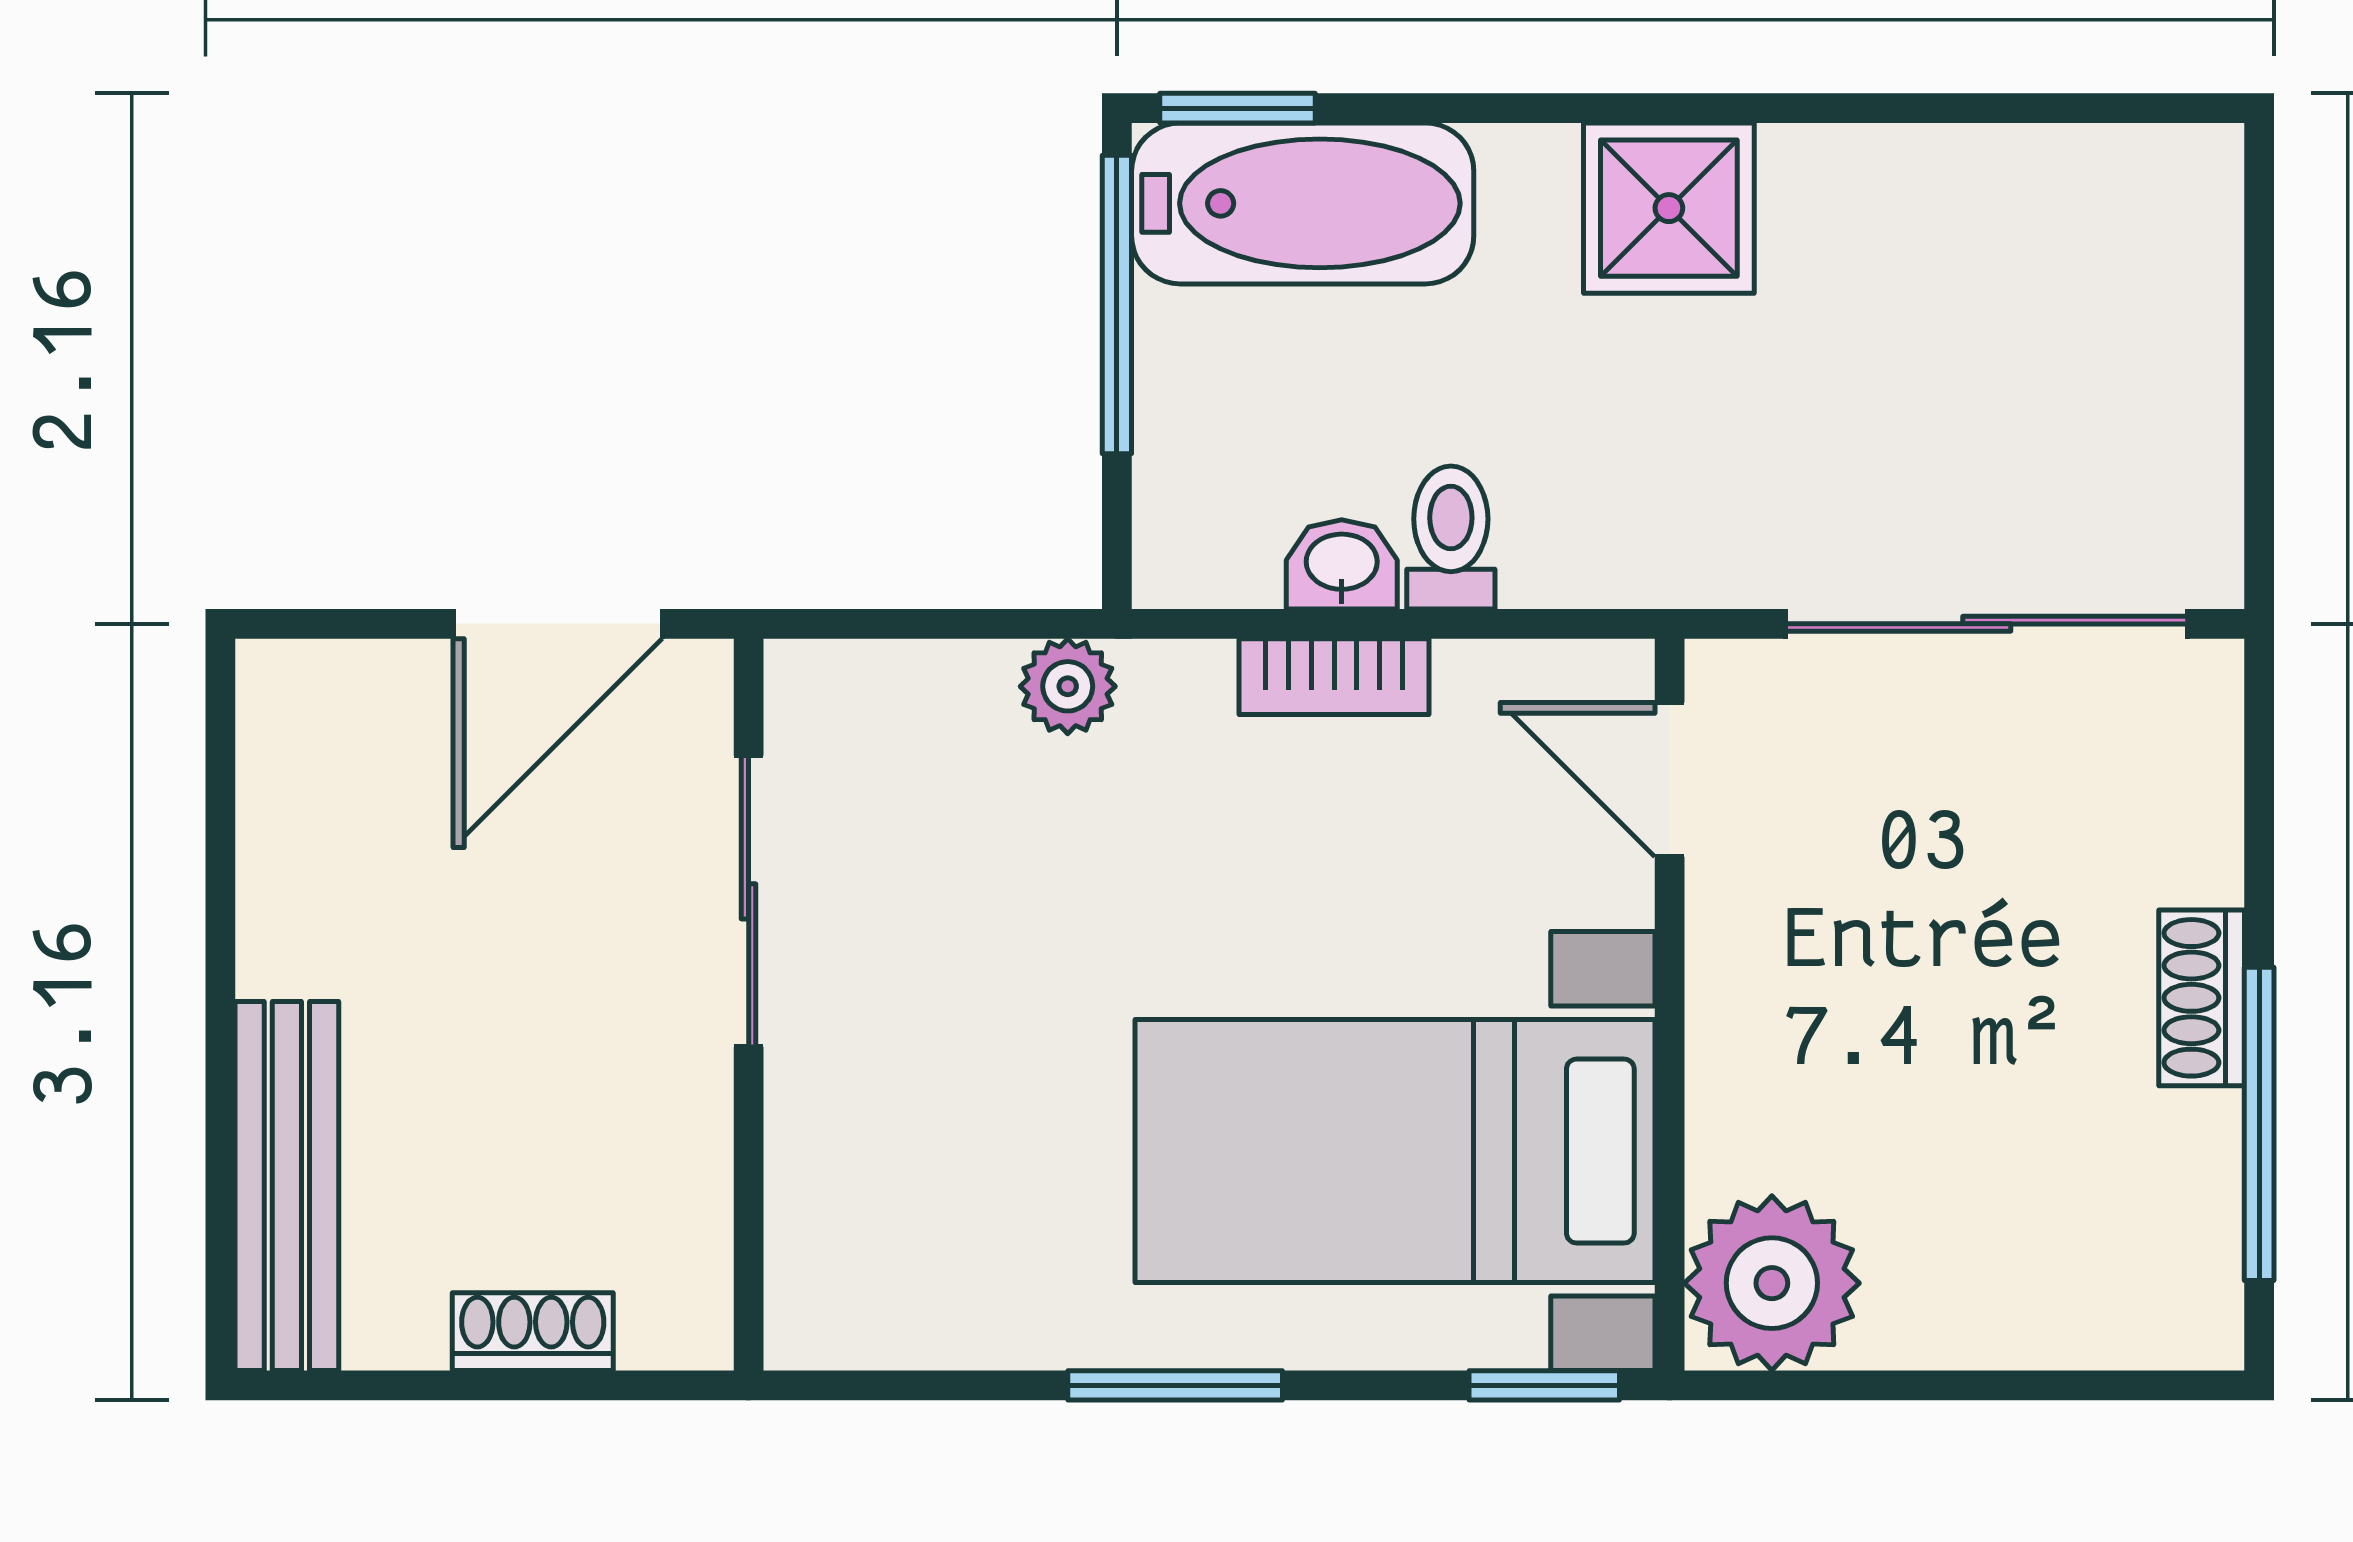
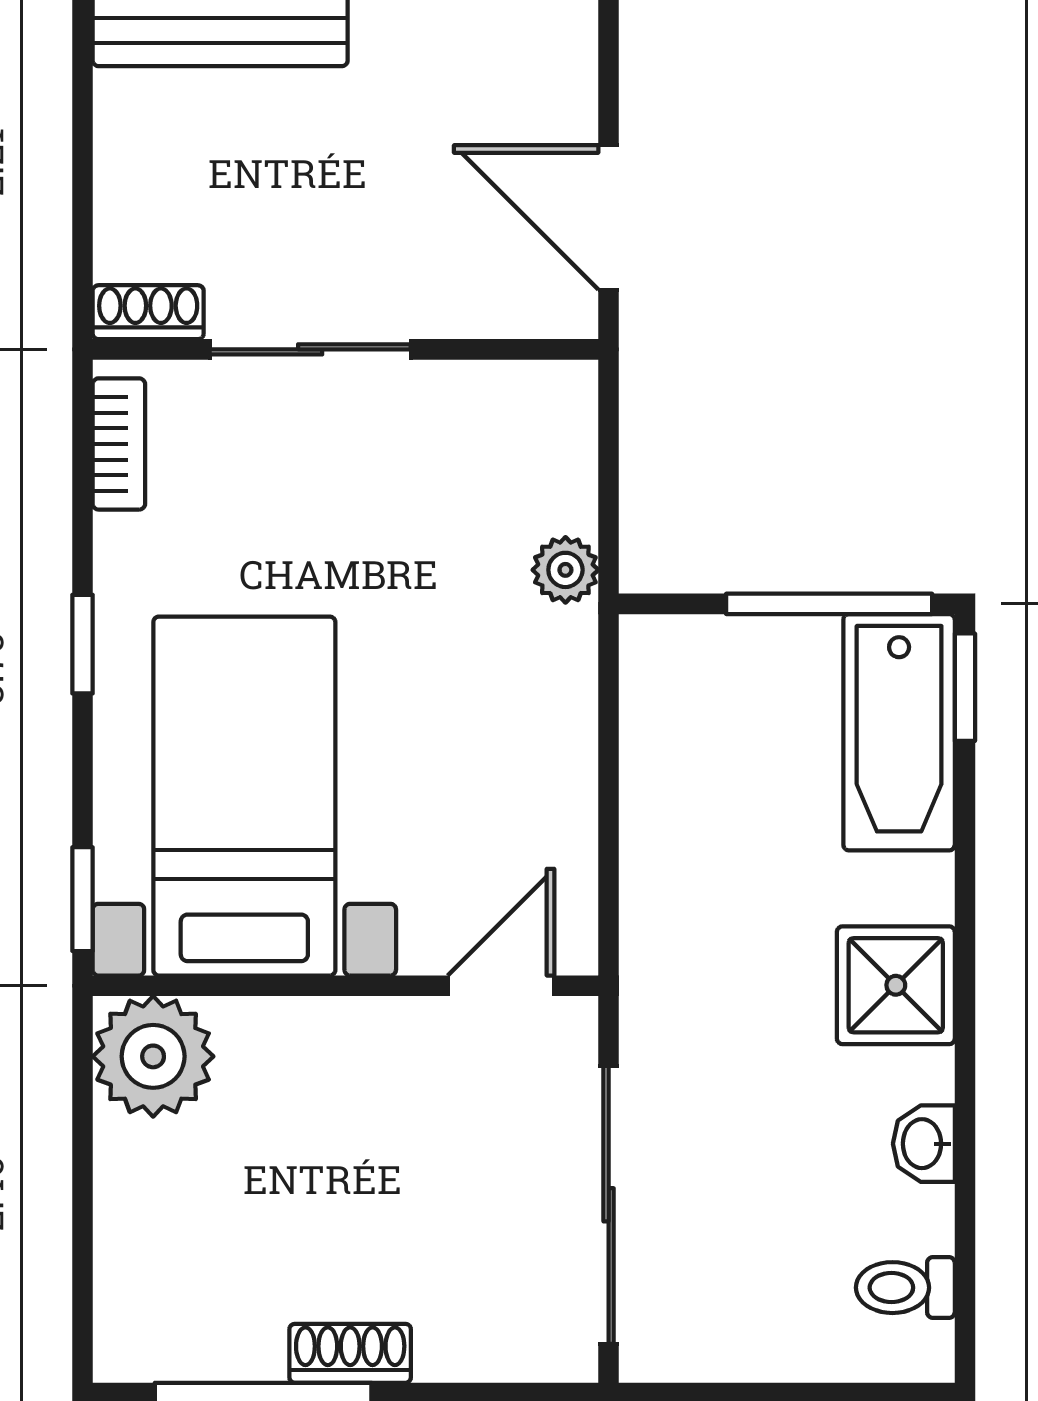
toilet: (1451, 538) -> (905, 1288), moved, turned 180
washbasin: (1342, 564) -> (924, 1144), moved, turned 180
bookcase: (1334, 677) -> (119, 444), moved, turned 180
sliding door: (749, 901) -> (310, 349), moved
shoe rack: (533, 1332) -> (148, 312), moved, turned -90
window: (1175, 1385) -> (82, 644), width x0.67

